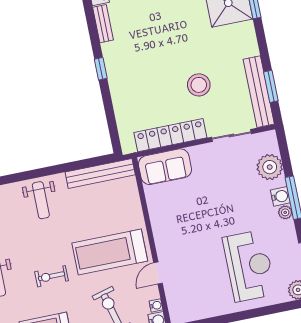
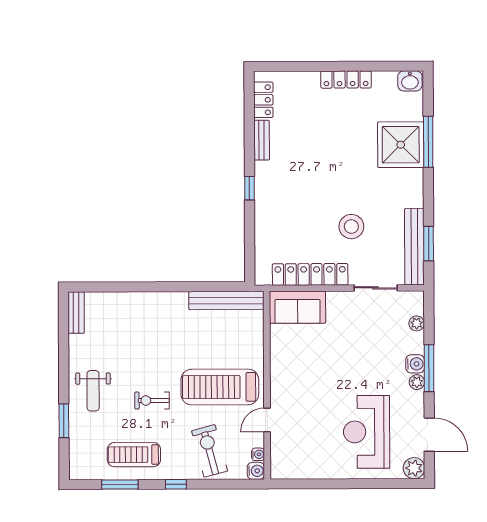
plant: (270, 167) -> (417, 323), width x0.53, depth x0.53
weight bench: (41, 200) -> (157, 317), removed
reception desk: (249, 266) -> (367, 432), turned 180

